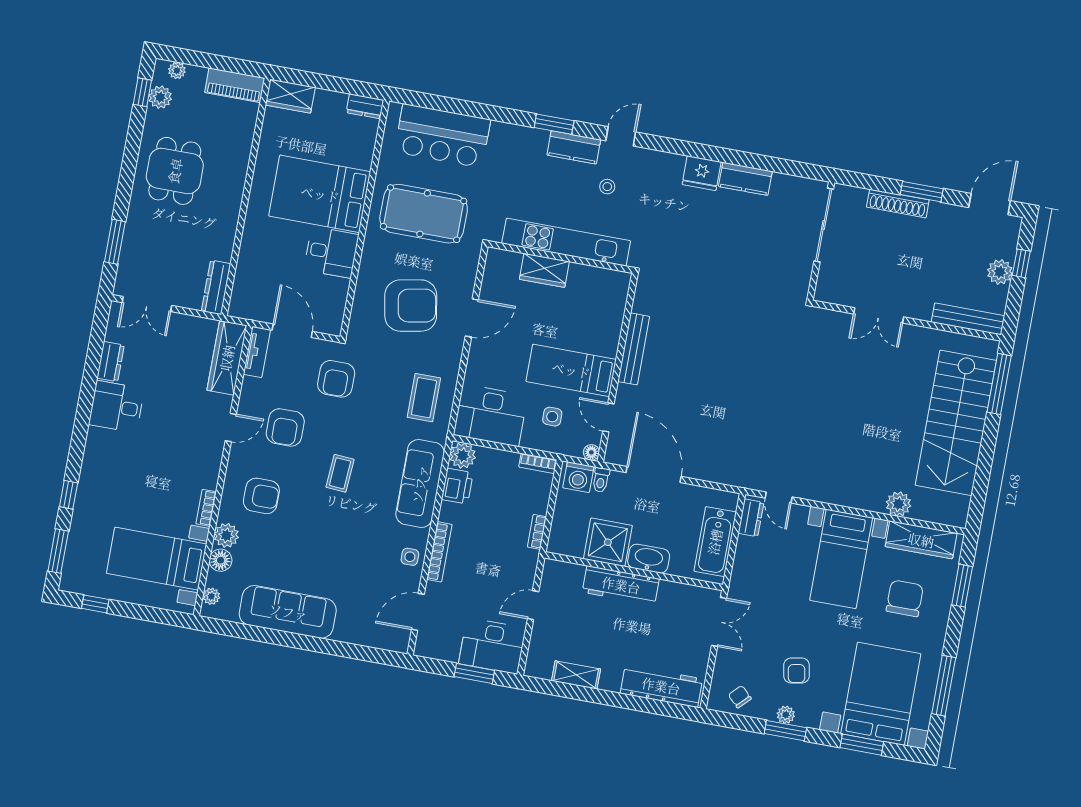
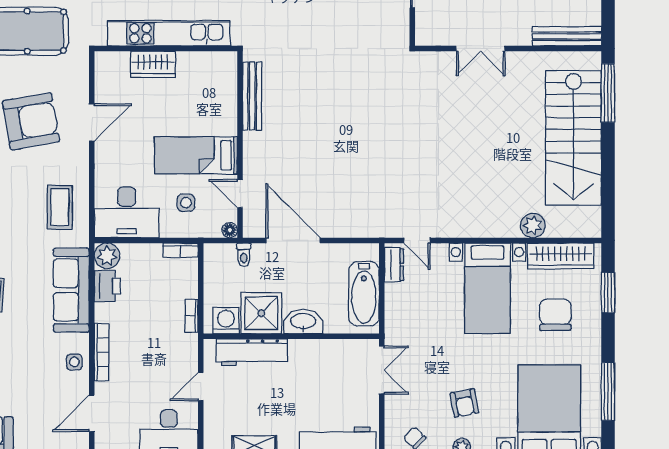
bench: (634, 349) -> (252, 96), moved
washing machine: (578, 477) -> (226, 321), moved, turned 180
workbench: (621, 585) -> (252, 352), moved

